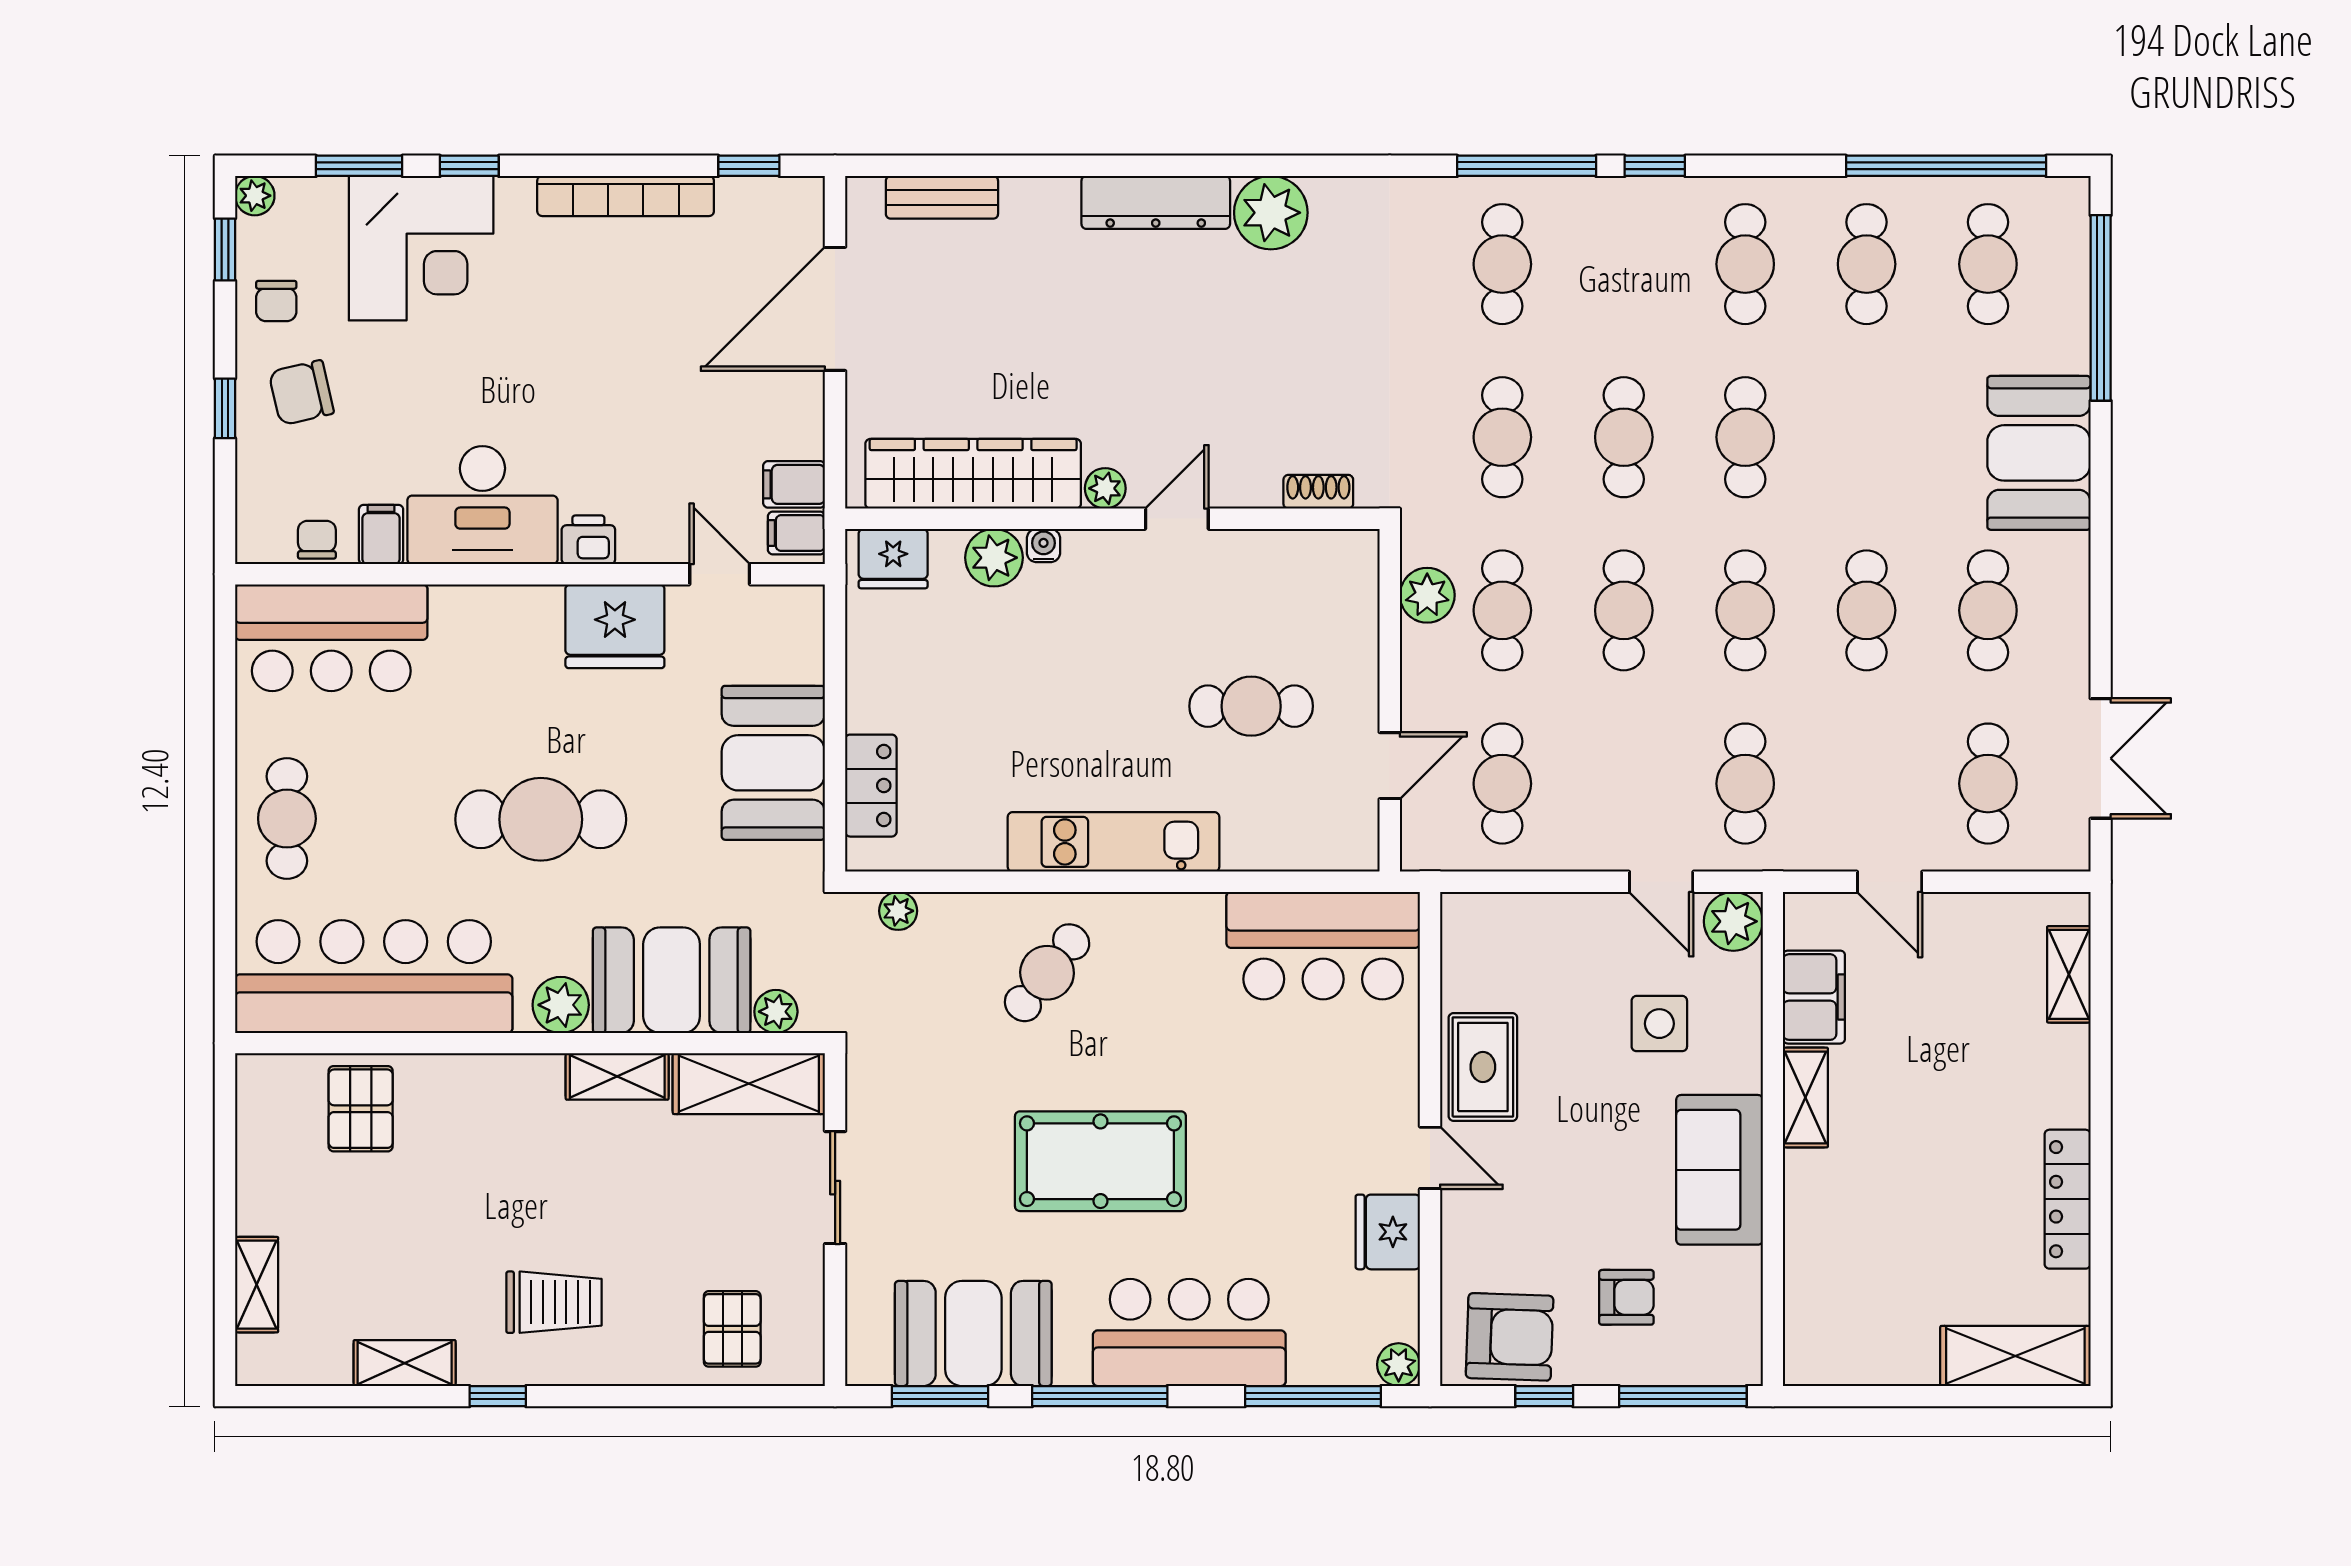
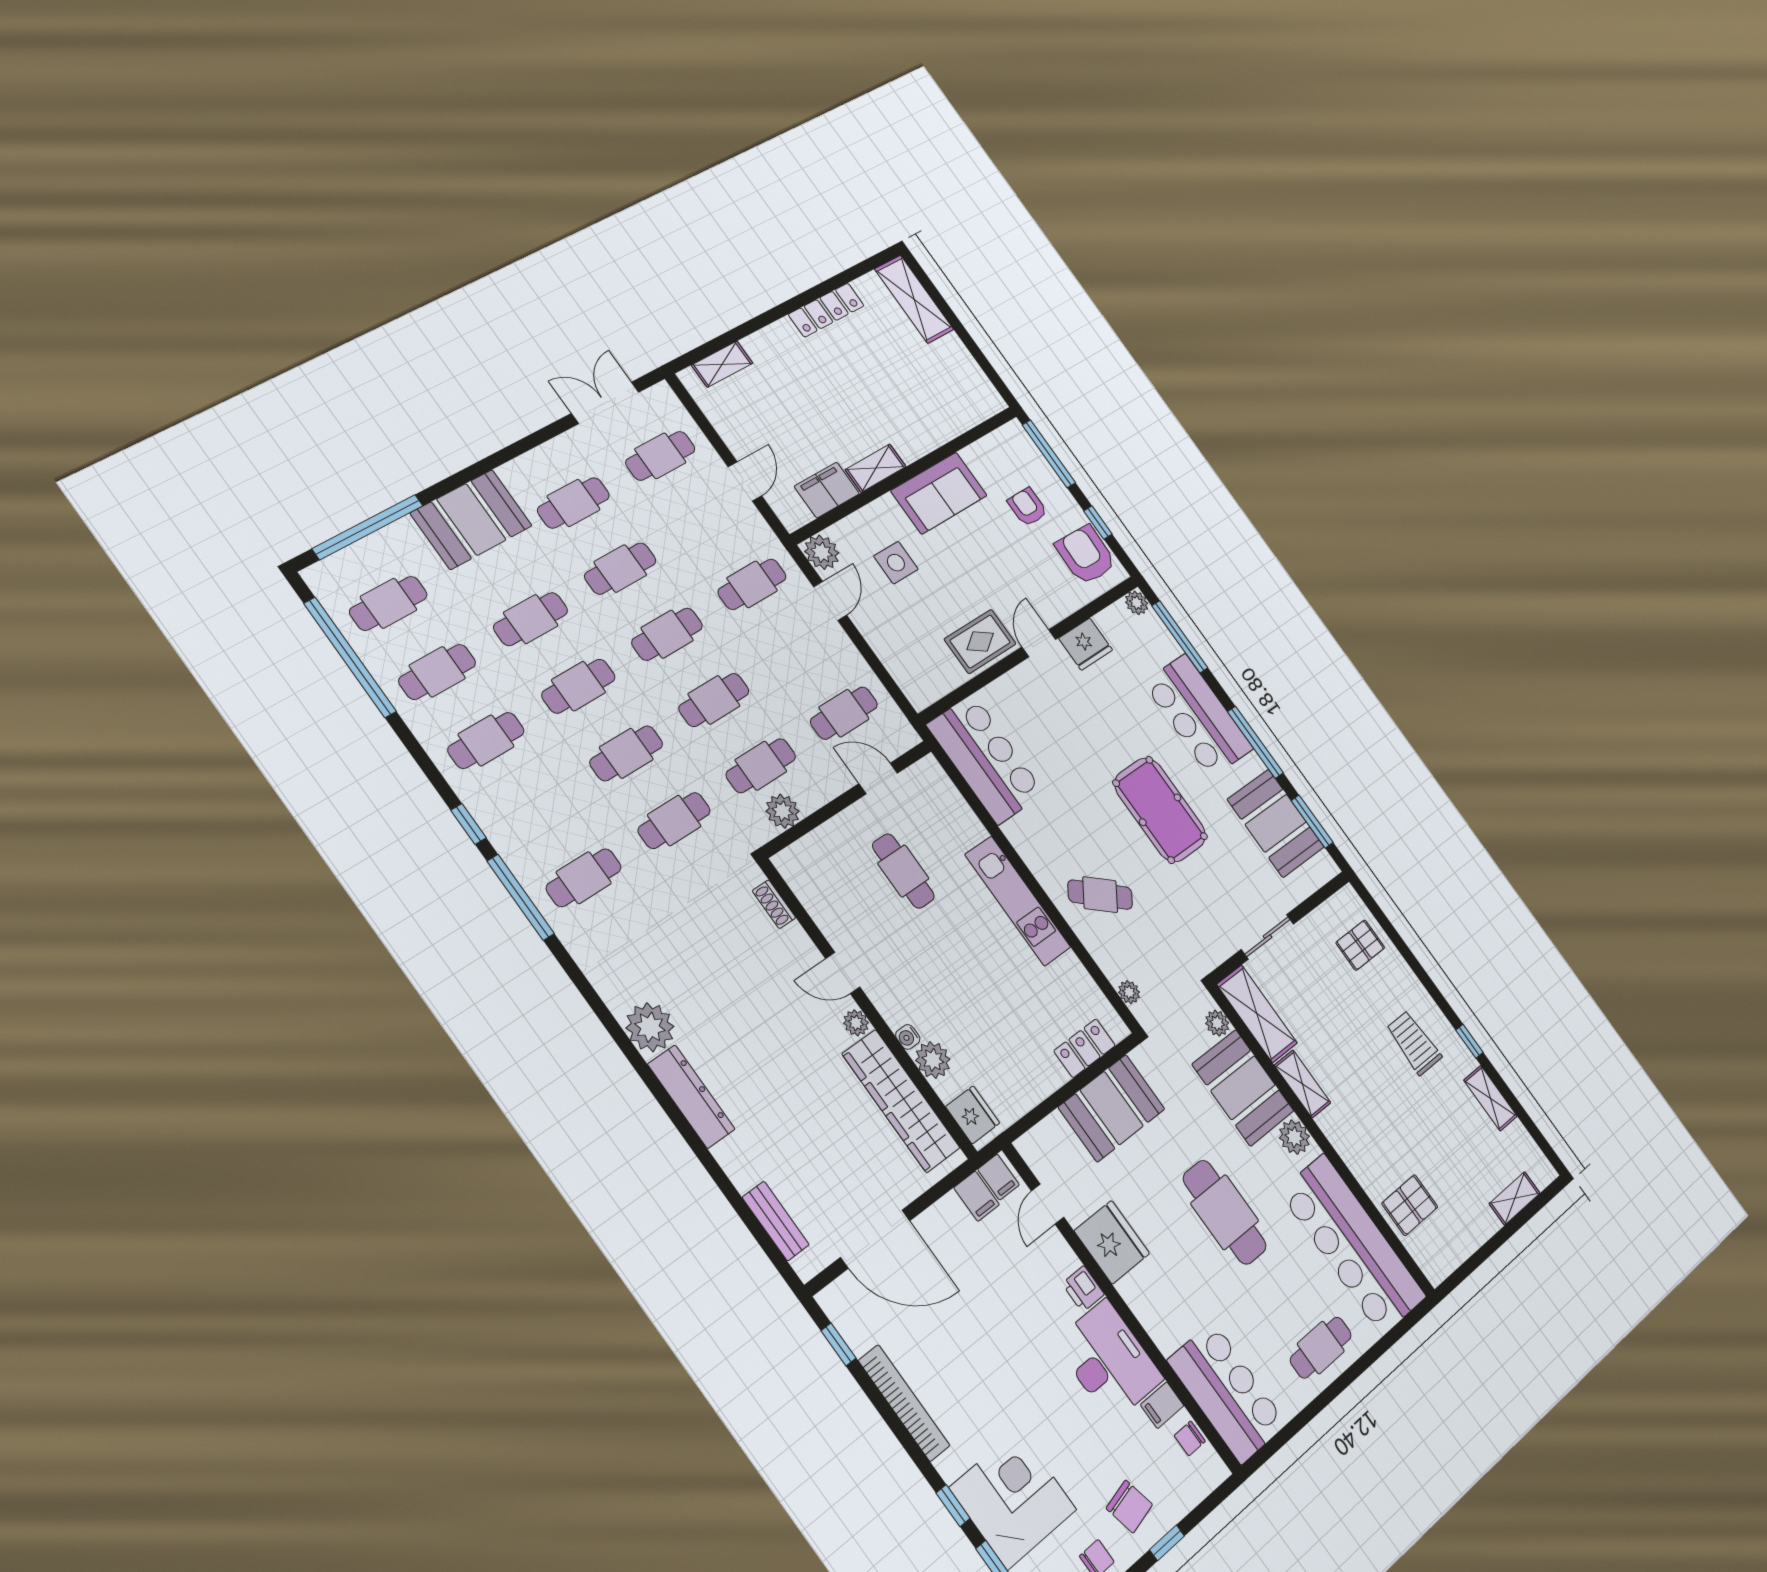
cafe table: (1867, 437) -> (531, 619), added

